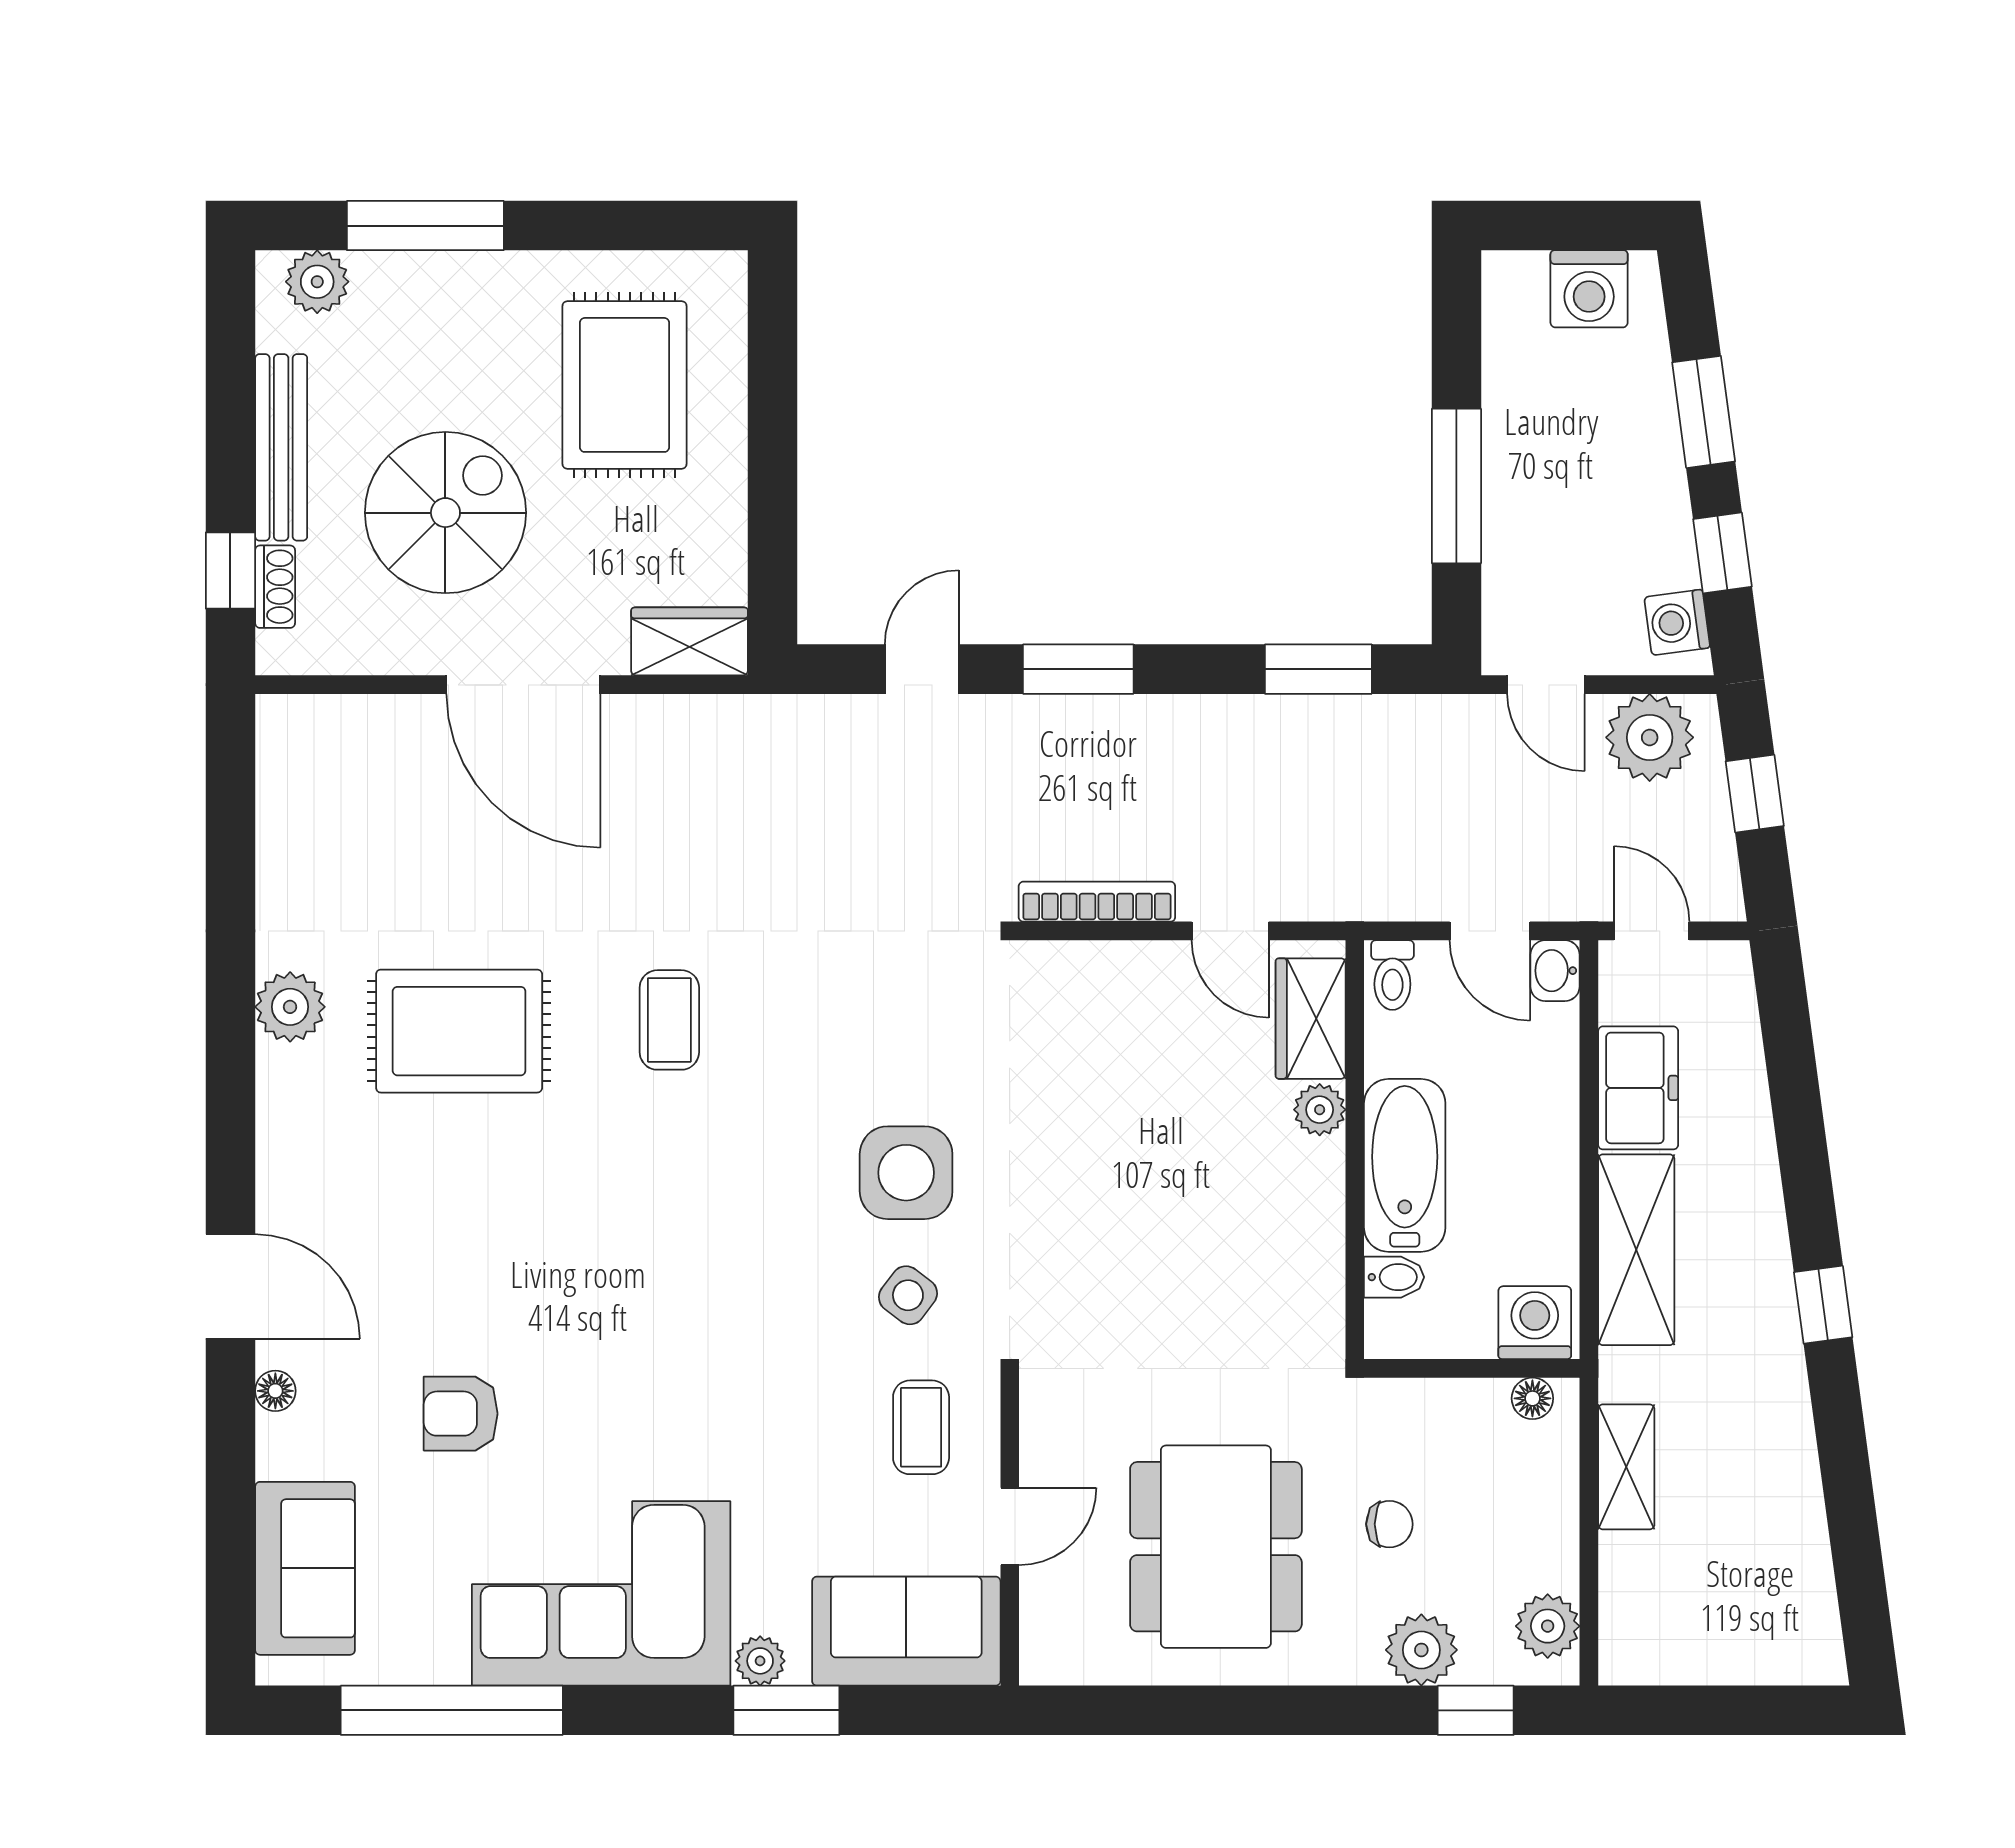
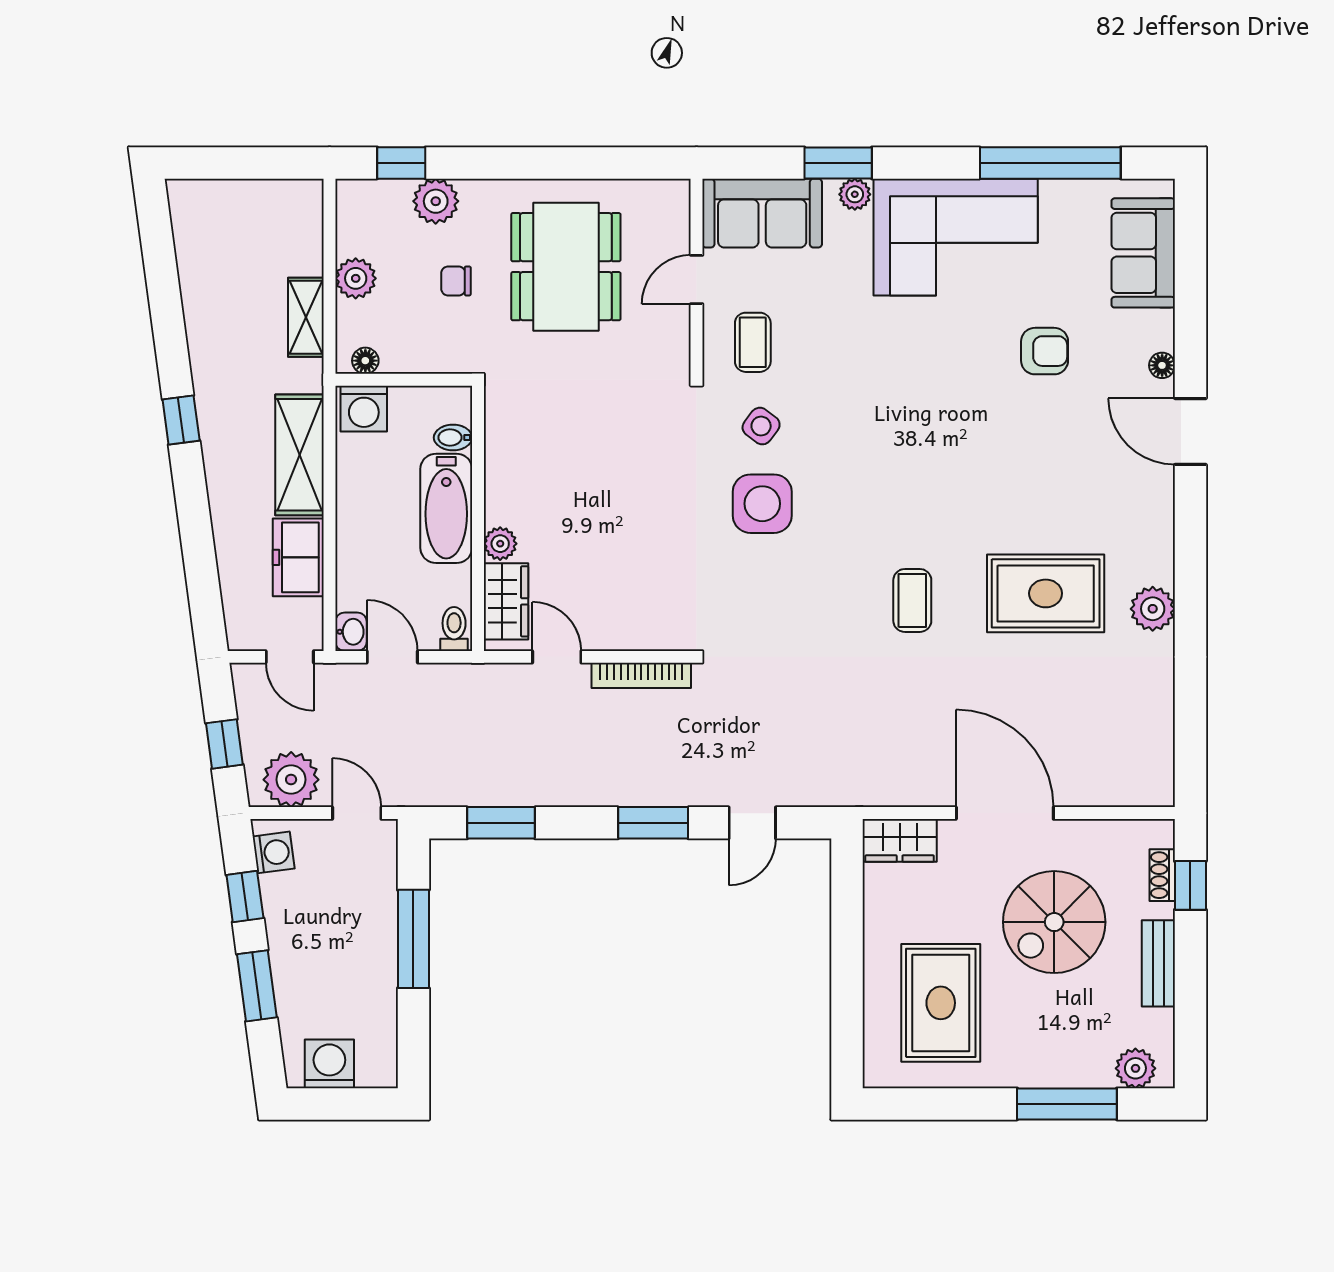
bench: (281, 447) -> (1158, 963), width x0.73
plant: (1548, 1626) -> (356, 278), moved

